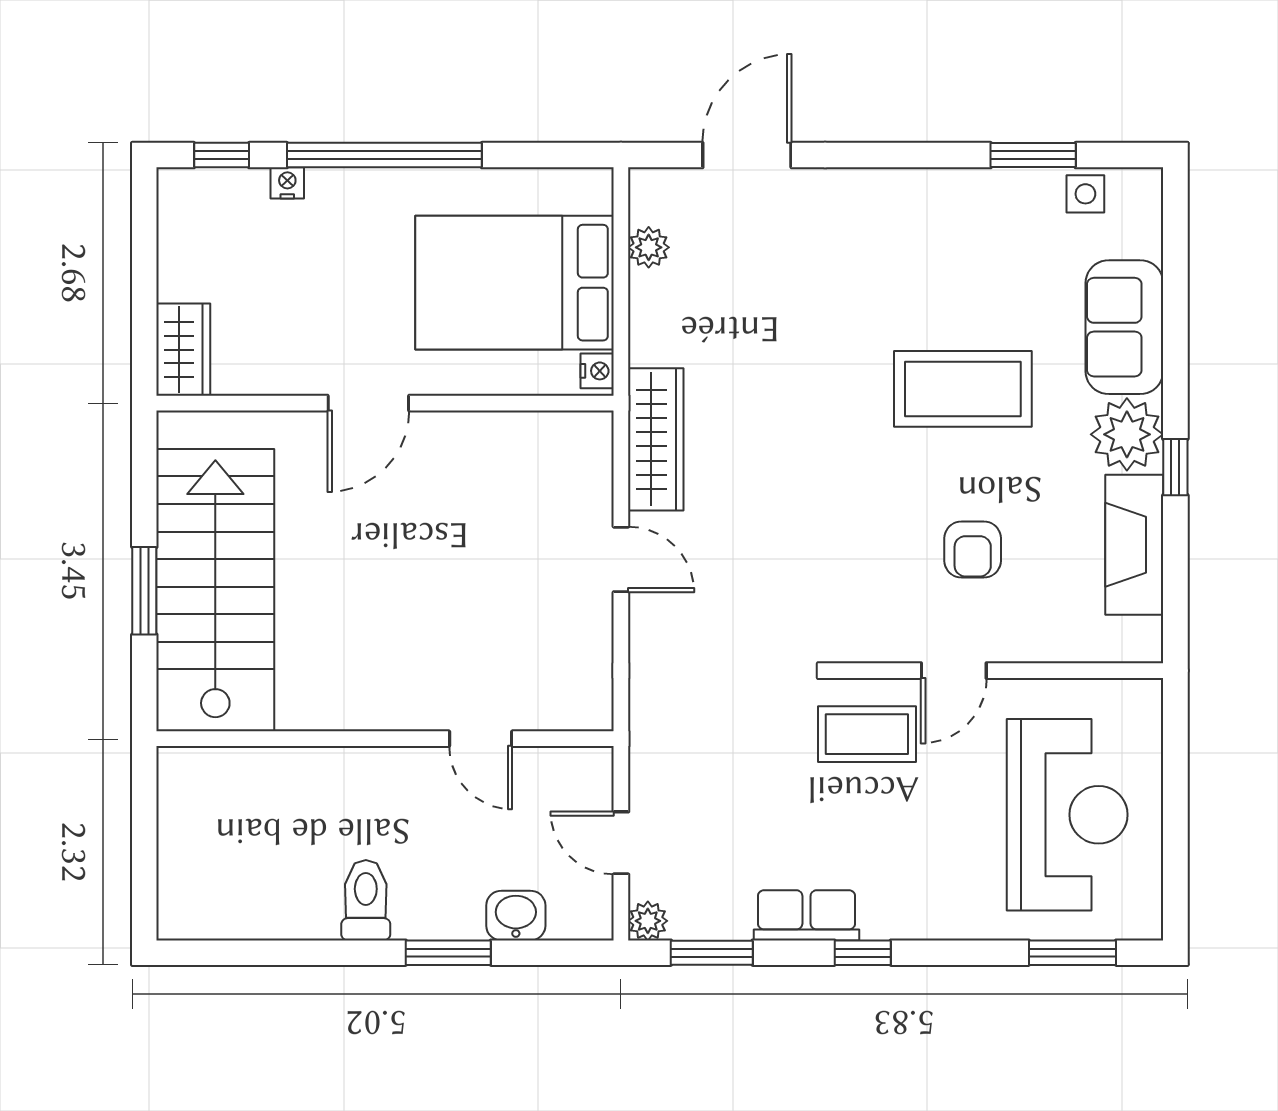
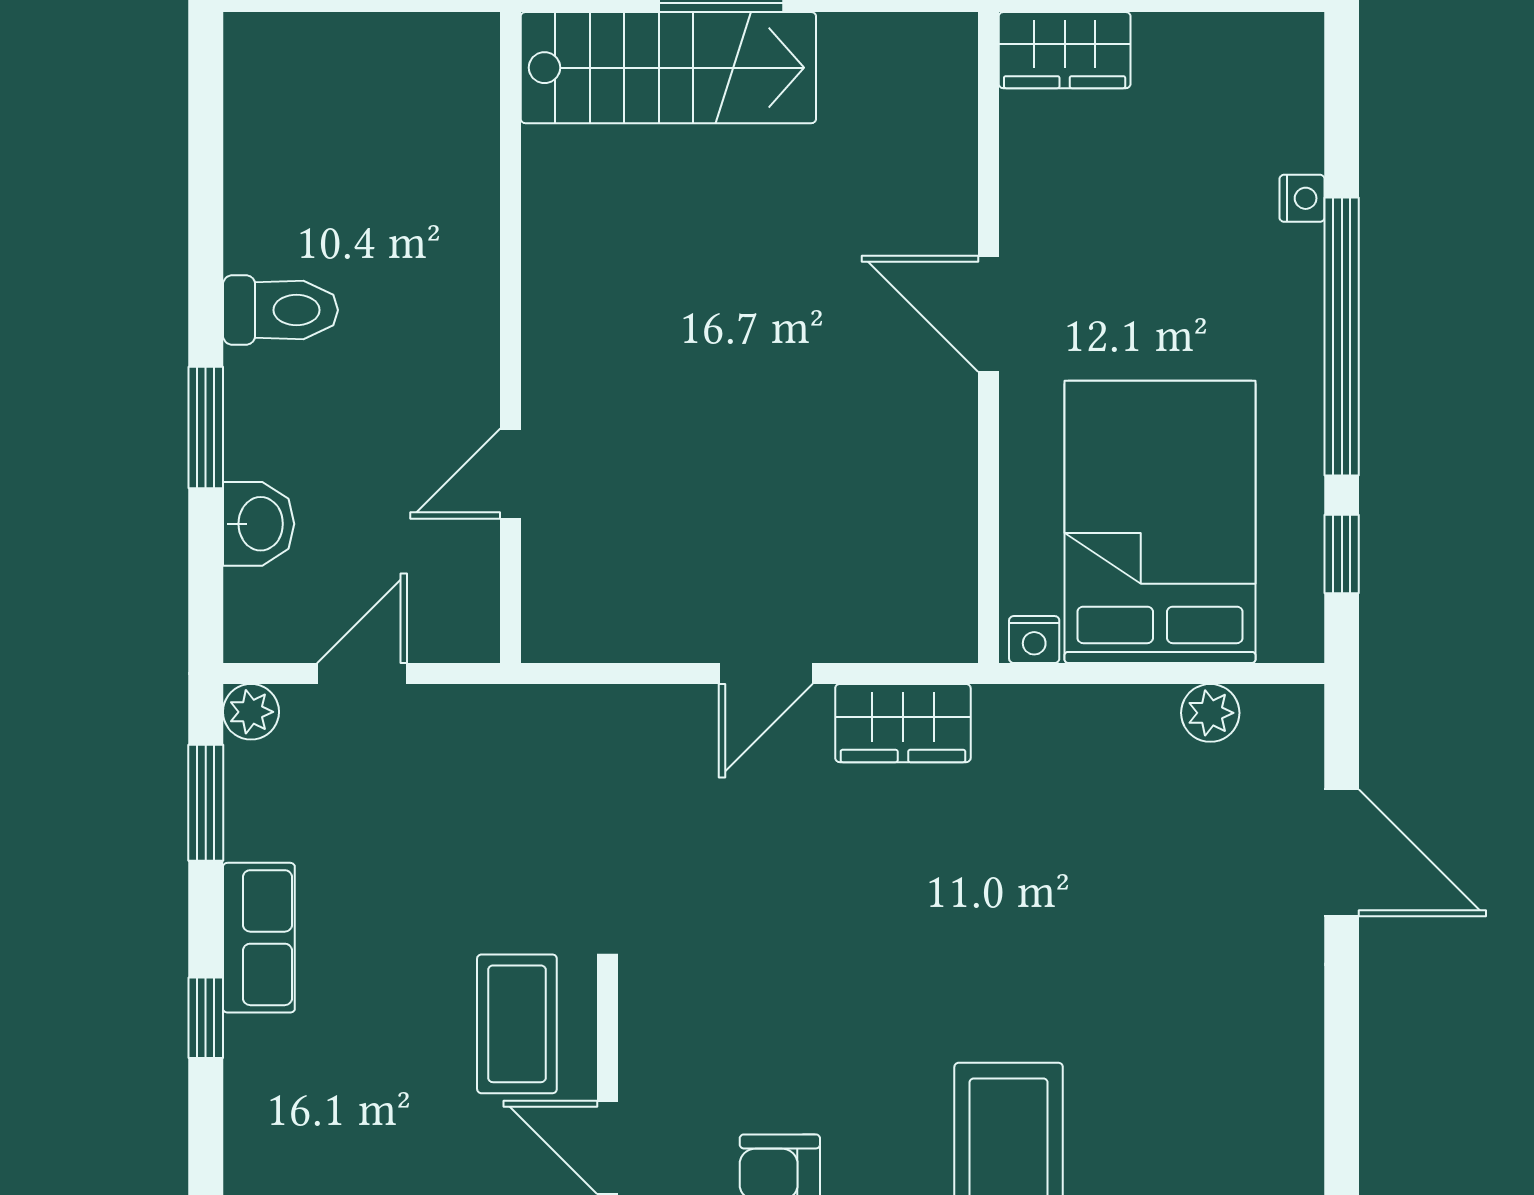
window: (222, 155) -> (1342, 554), moved
wardrobe: (656, 439) -> (903, 723), width x0.67
stairs: (215, 590) -> (668, 68), width x0.73, depth x0.66

